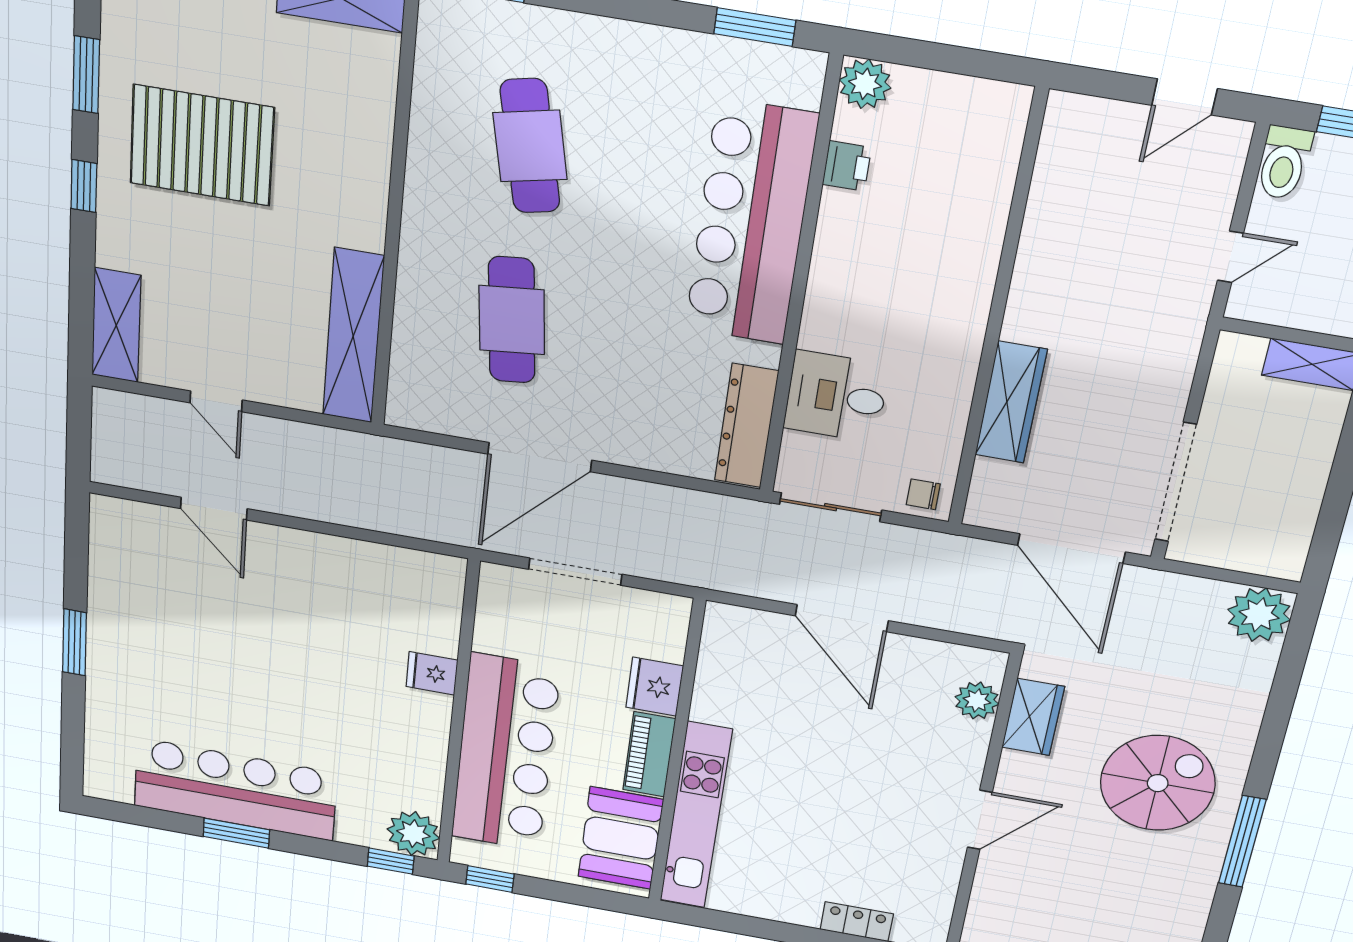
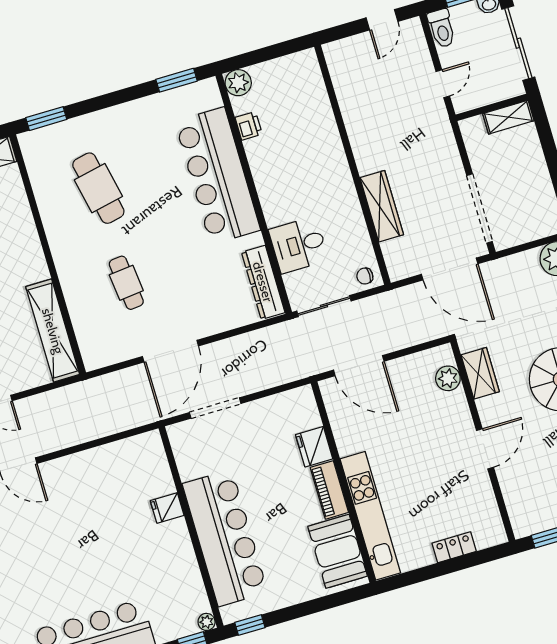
cafe table: (512, 320) -> (126, 283), width x0.73, depth x0.74
fridge: (655, 687) -> (314, 447), moved
piano: (649, 754) -> (329, 490), moved
wall: (677, 754) -> (343, 482), moved
kitchen unit: (696, 816) -> (370, 516), moved
plant: (413, 834) -> (207, 622), width x0.53, depth x0.53
booth: (621, 838) -> (338, 551), moved

